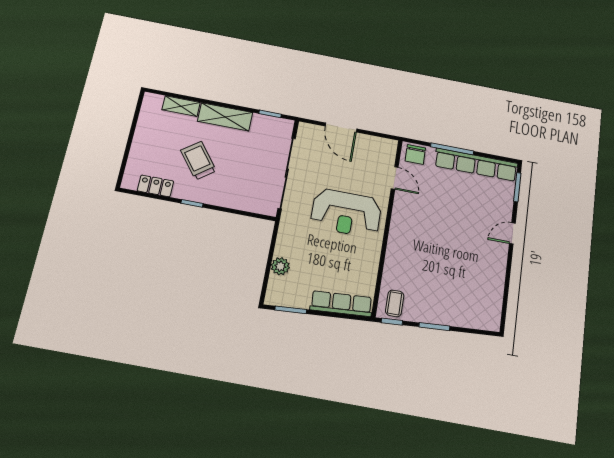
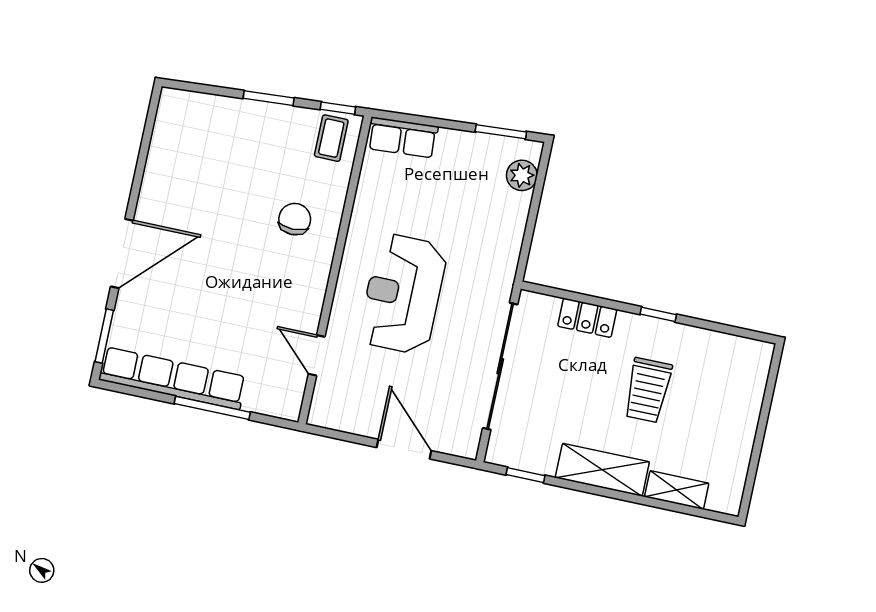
chair: (415, 155) -> (295, 219), moved
trolley: (198, 161) -> (648, 390), turned 37
locker: (155, 186) -> (587, 318), moved
reception desk: (346, 213) -> (403, 294), turned -90
door: (512, 233) -> (122, 254), width x1.87
plant: (280, 266) -> (522, 175), moved
row of seats: (341, 304) -> (403, 137), width x0.68

